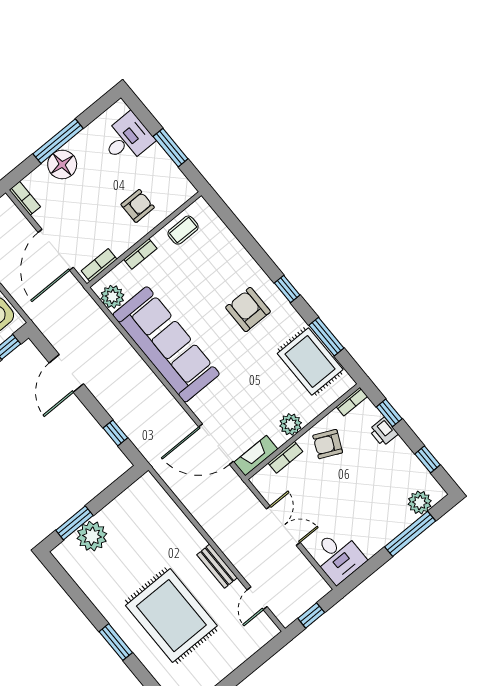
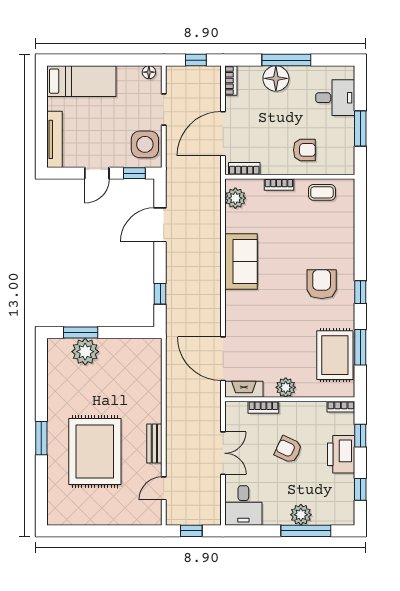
sofa: (166, 344) -> (241, 262), width x0.54, depth x0.79
printer: (384, 432) -> (341, 454), width x1.87, depth x1.48
armchair: (328, 444) -> (288, 449), moved
plant: (420, 502) -> (301, 515), moved

